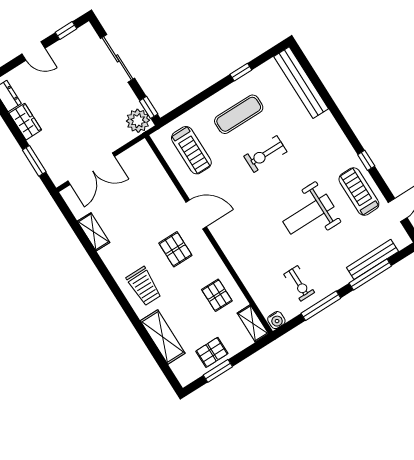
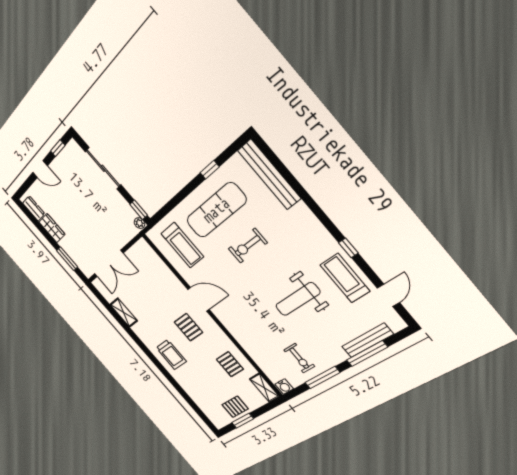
exercise mat: (239, 114) -> (216, 210), width x1.36, depth x1.45
plant: (138, 121) -> (139, 223), width x0.53, depth x0.53
shelving: (163, 337) -> (194, 393), removed

